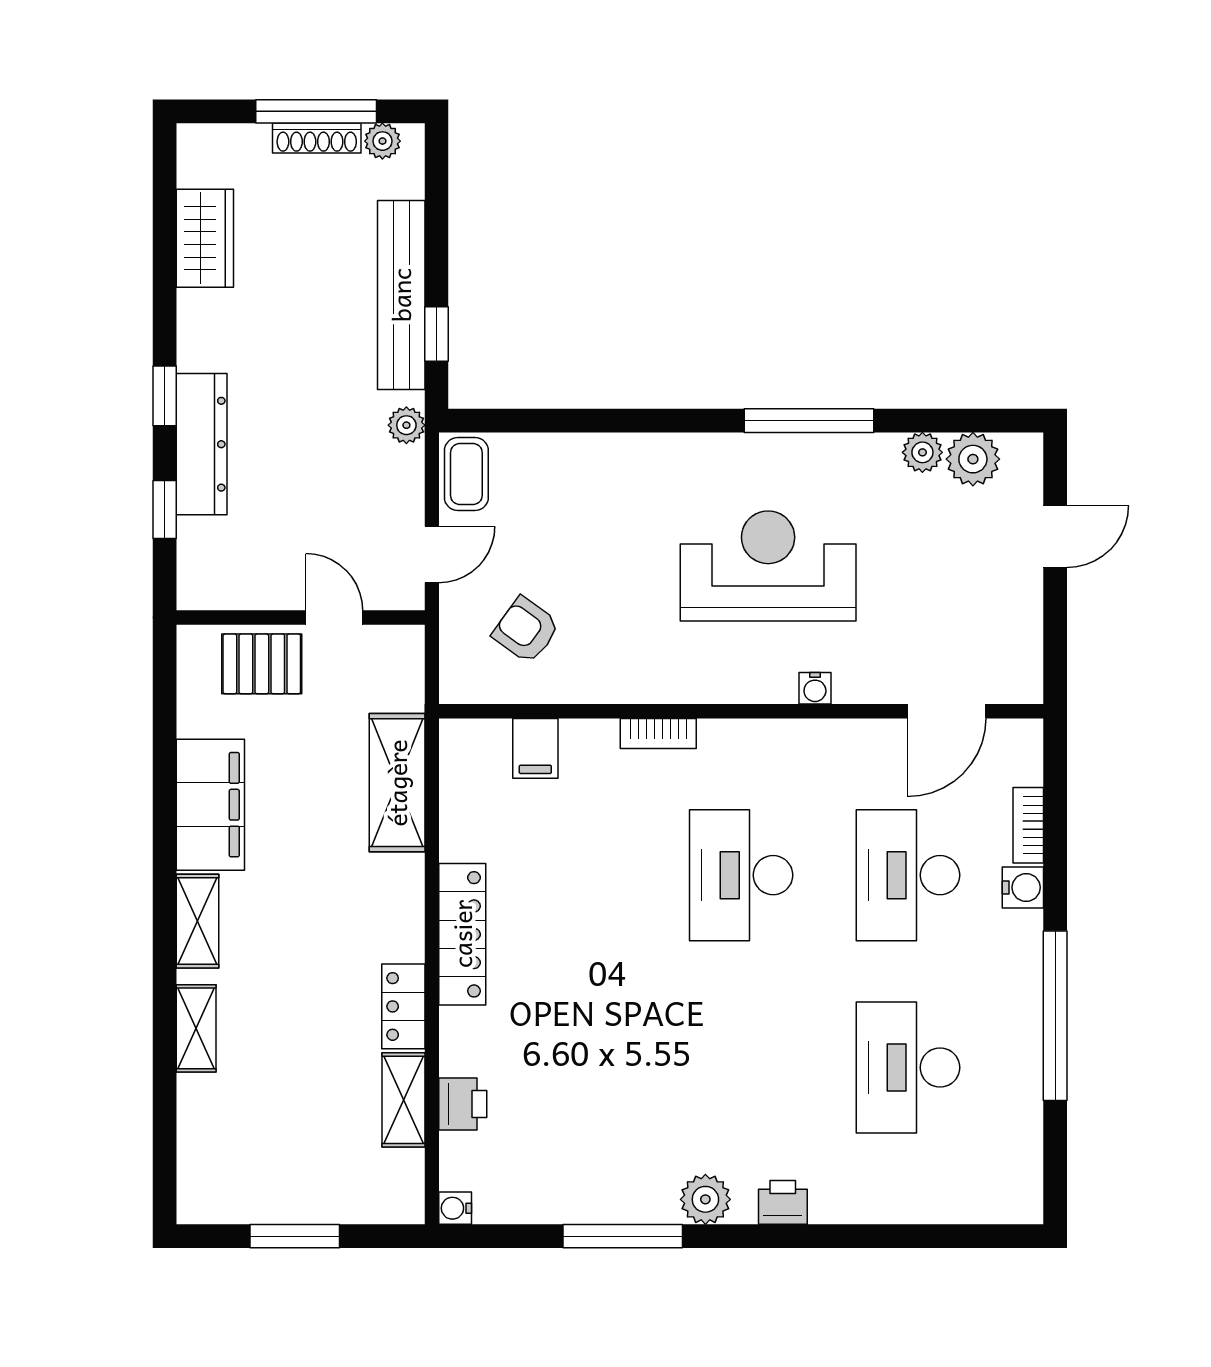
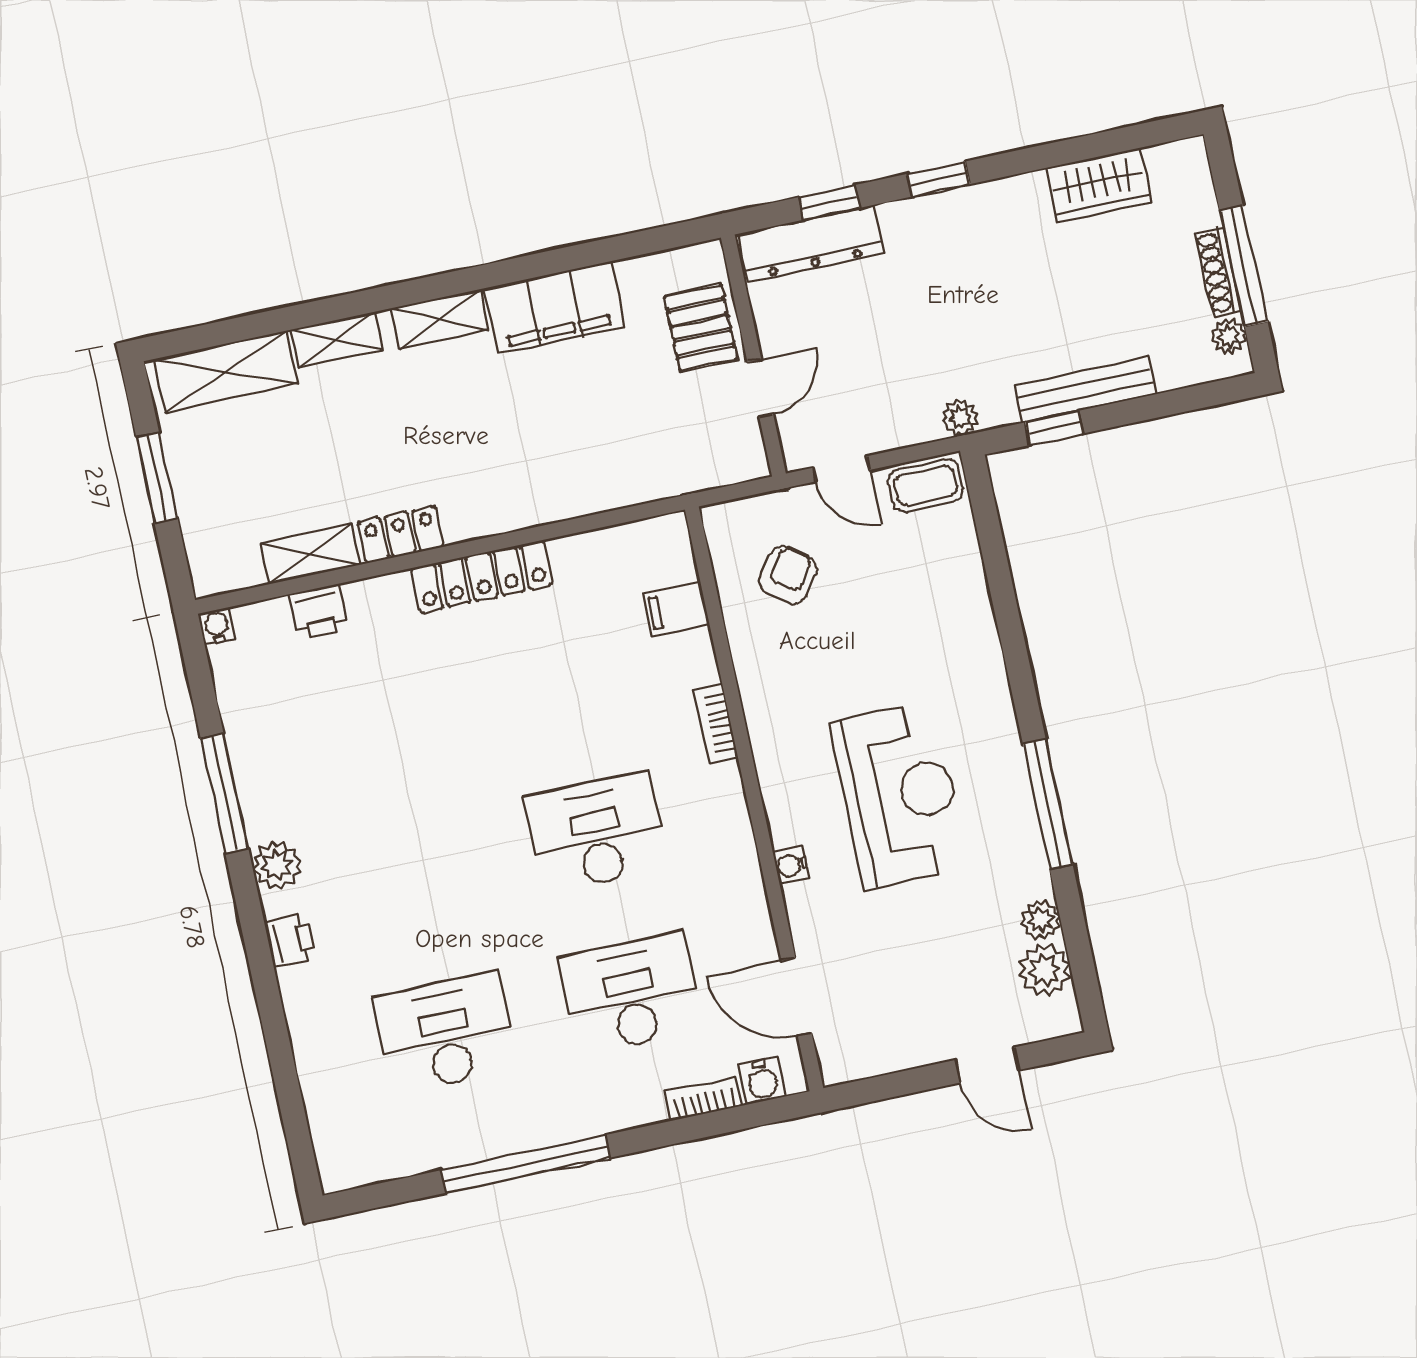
bench: (401, 295) -> (1085, 390), width x0.73, depth x0.82
dresser: (202, 444) -> (811, 244), moved
shelving: (397, 783) -> (226, 372), moved
water cooler: (1023, 887) -> (762, 1081), moved

